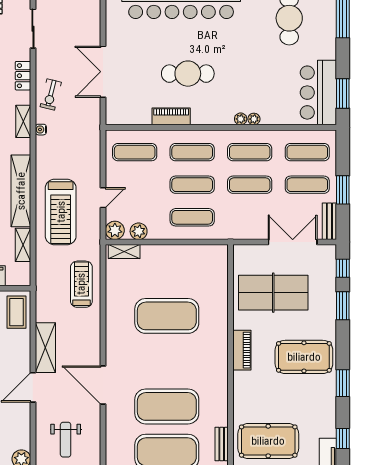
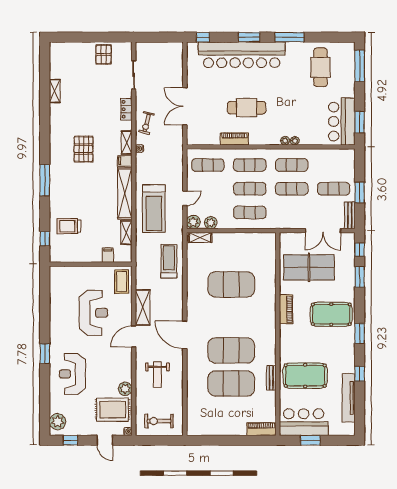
filing cabinet: (21, 146) -> (125, 161), added
exercise mat: (307, 152) -> (334, 165), removed
double door: (293, 242) -> (323, 231), swing flipped

